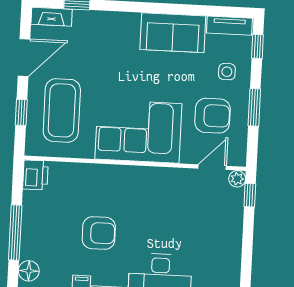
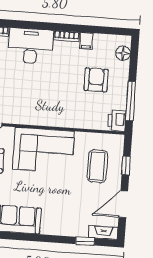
coffee table: (62, 110) -> (97, 166), width x0.73, depth x0.76
window: (15, 232) -> (131, 101), moved
armchair: (99, 233) -> (96, 80), moved, turned 90

